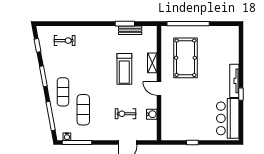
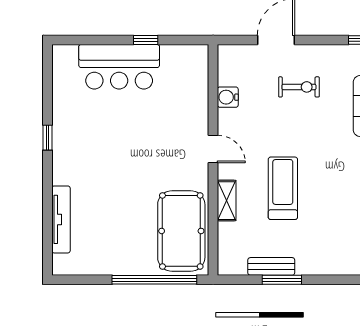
pool table: (185, 58) -> (181, 231), moved
tv unit: (234, 81) -> (61, 219), moved
exercise bike: (125, 114) -> (299, 87), moved
bar counter: (228, 118) -> (119, 67), moved, turned 90

